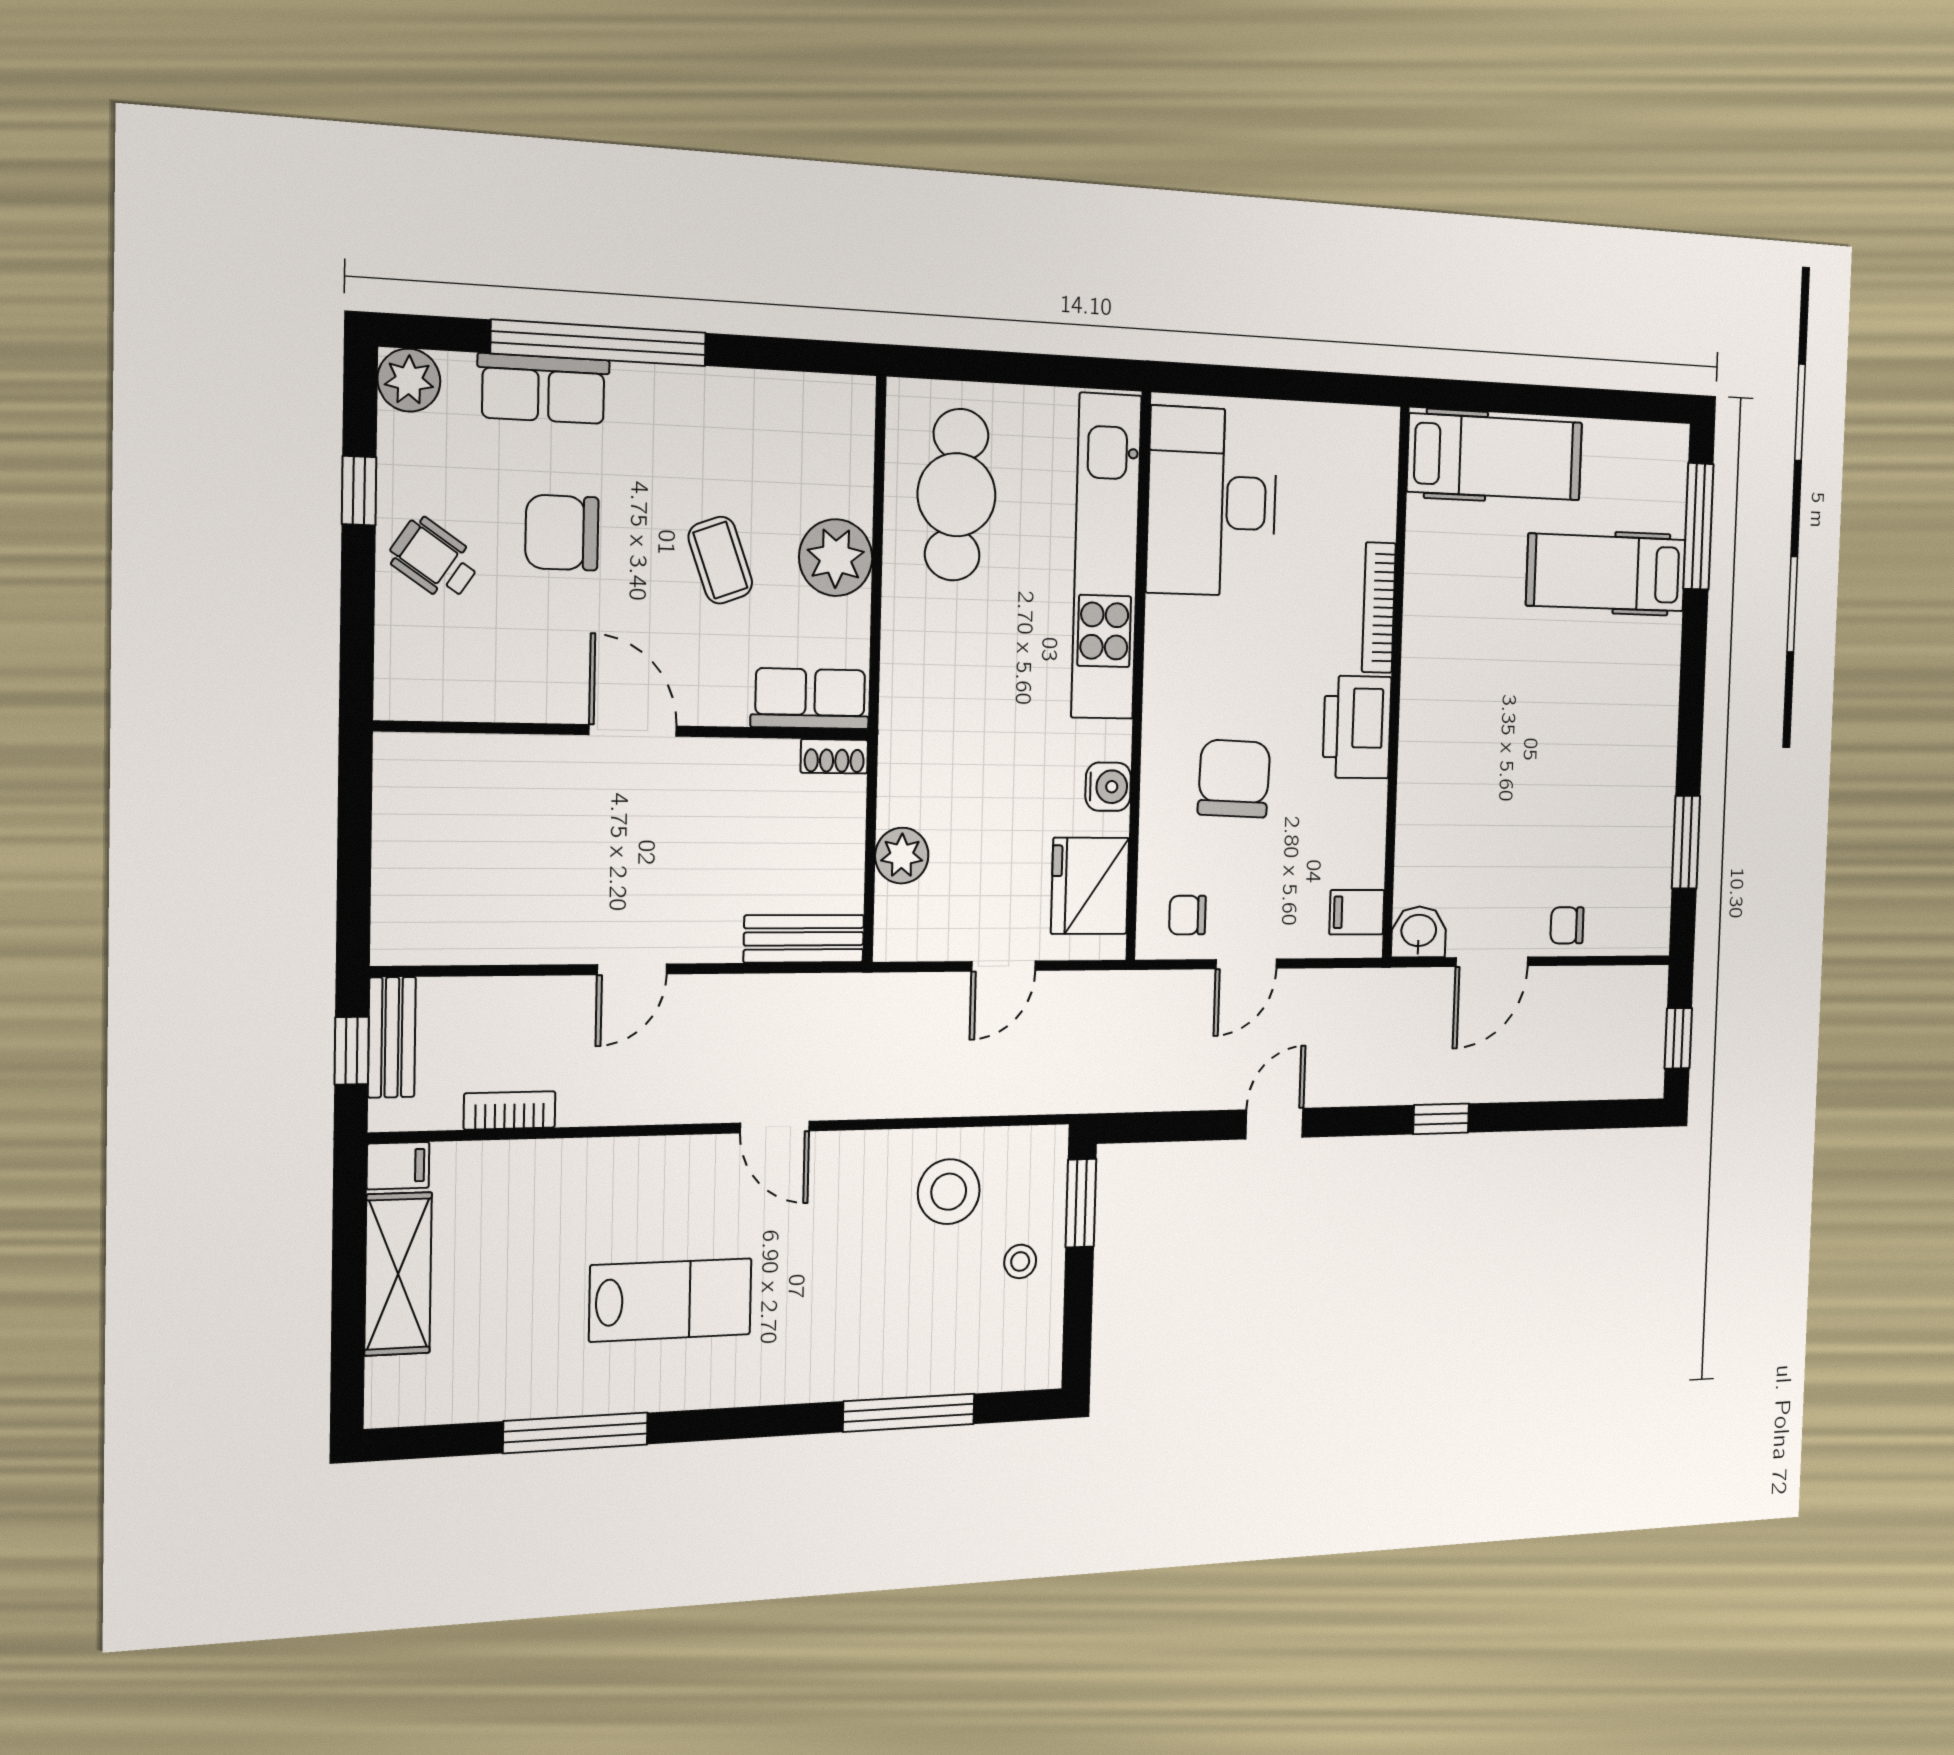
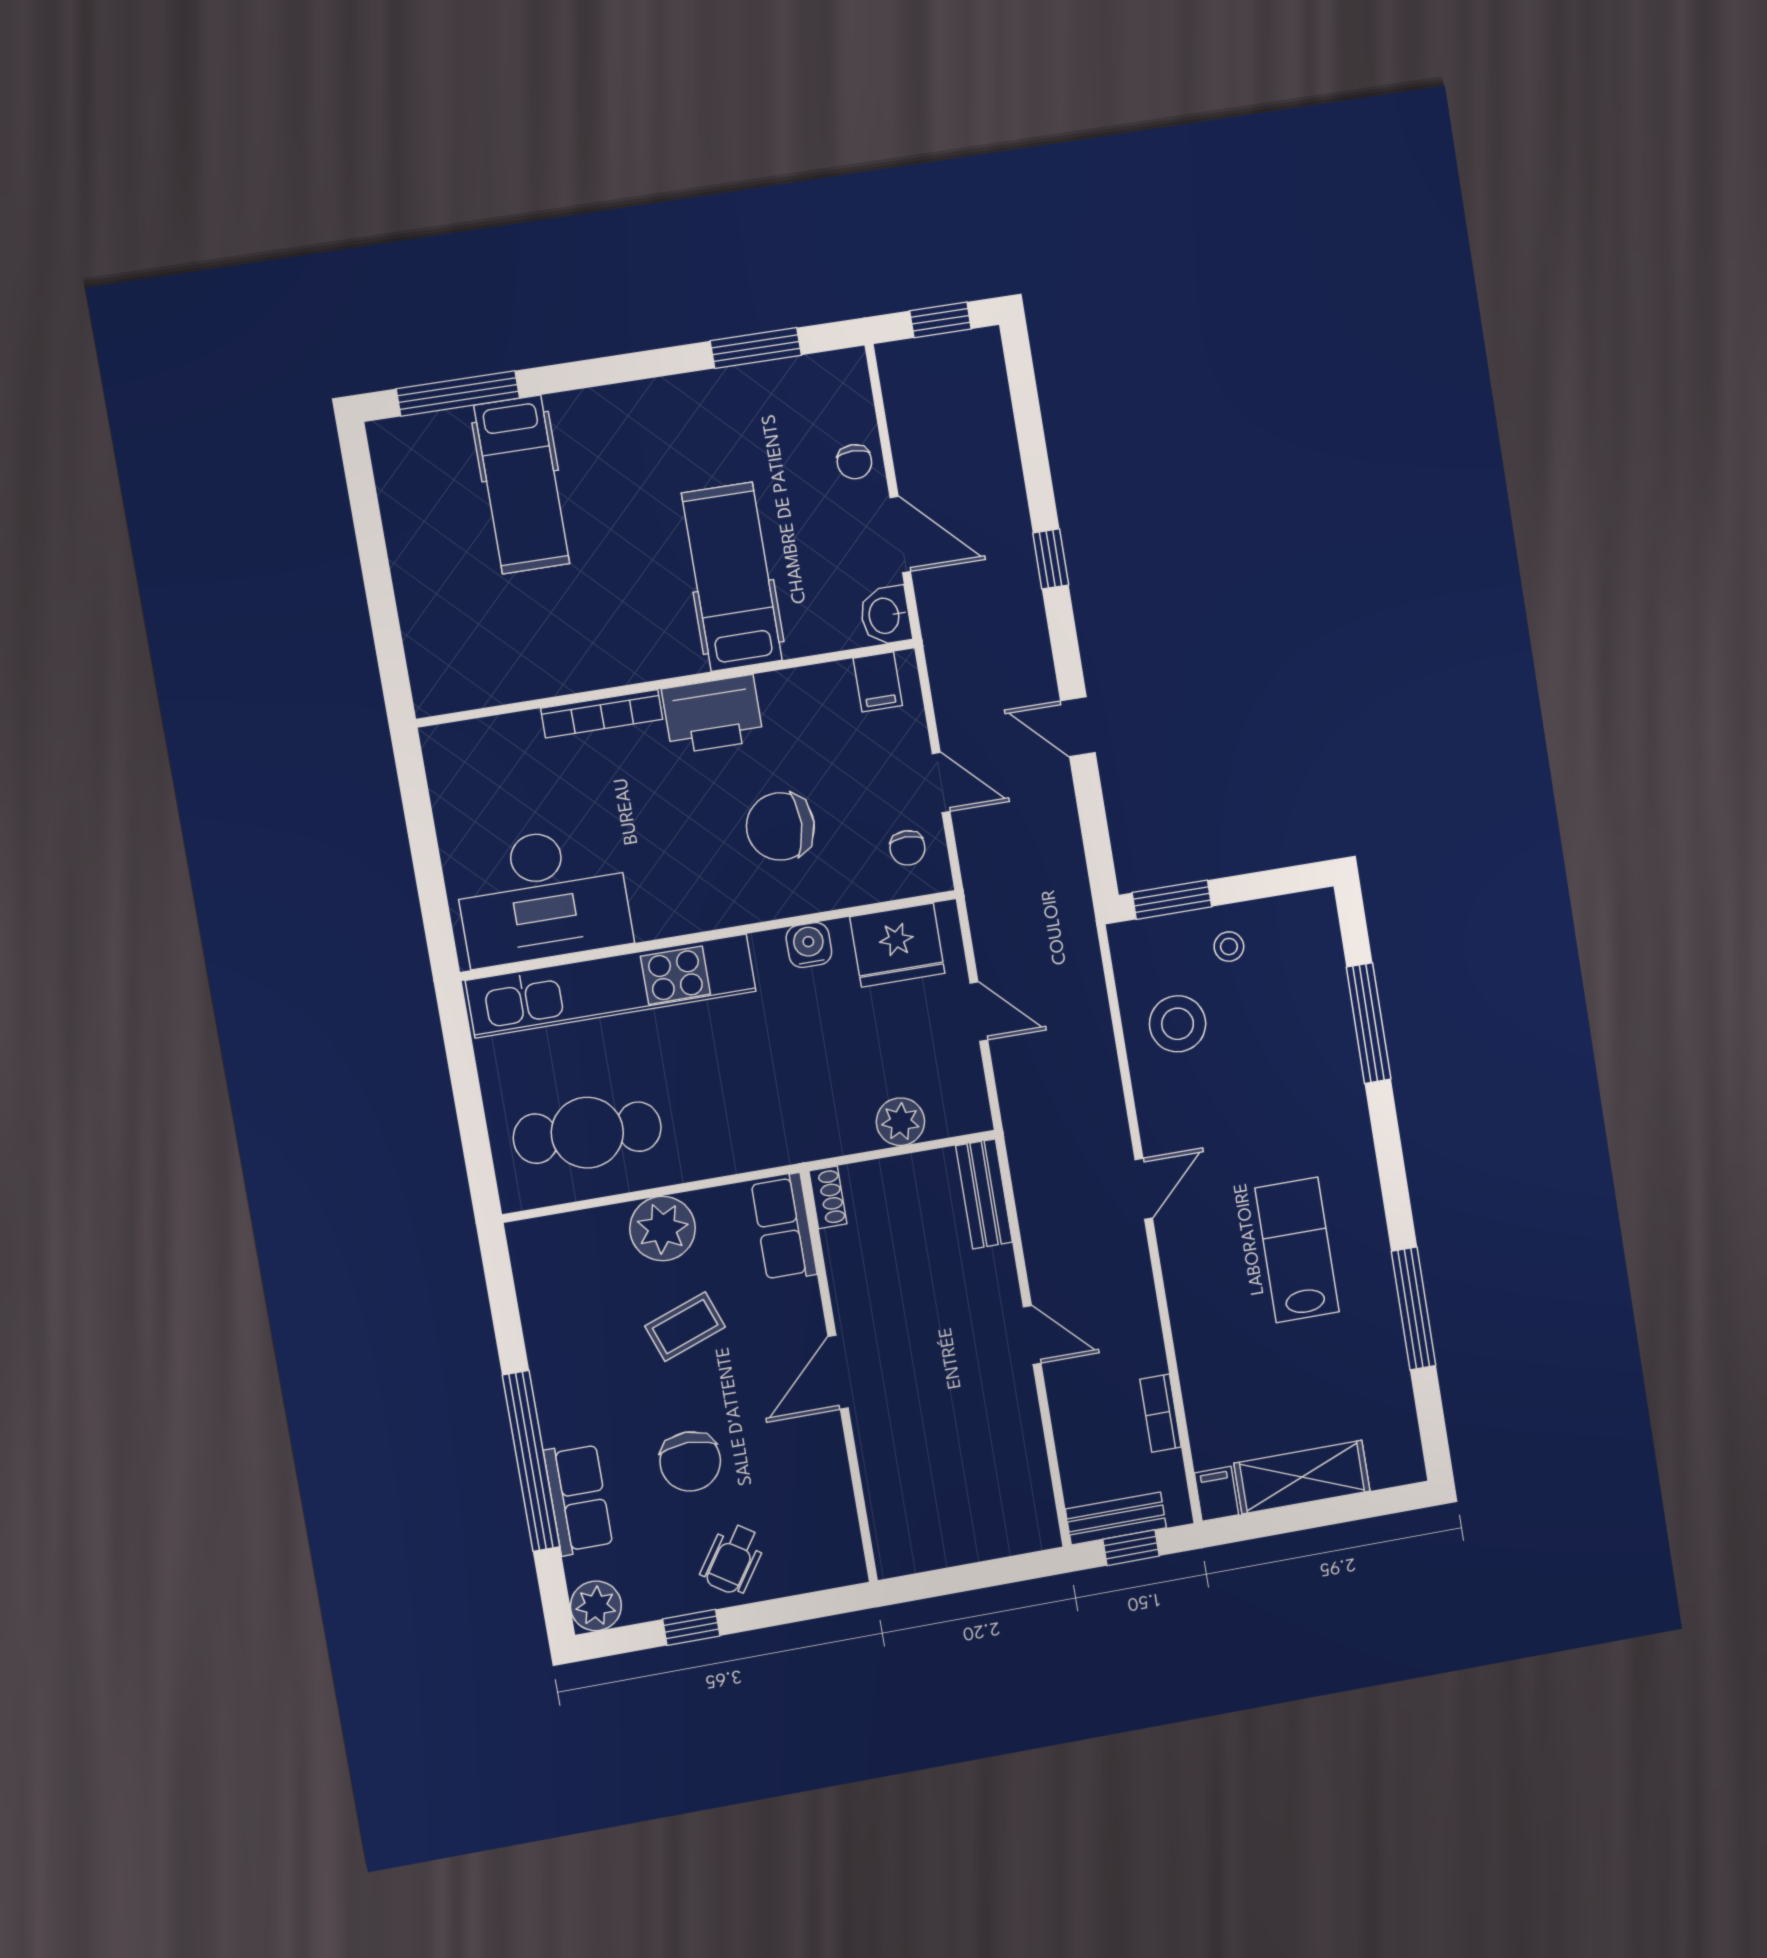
hospital bed: (1495, 457) -> (732, 577), moved

